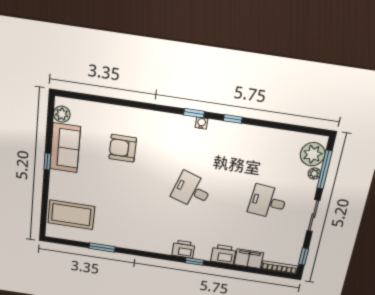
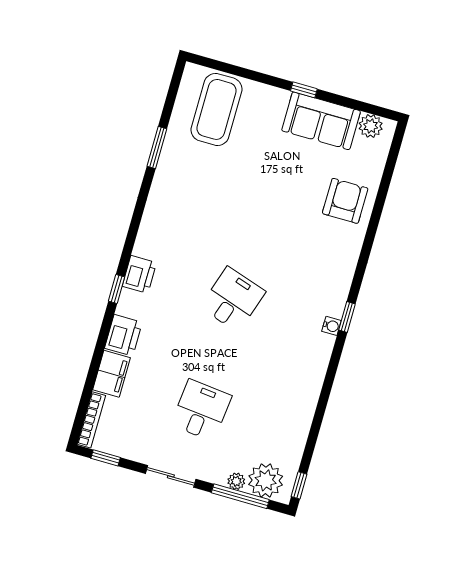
window: (233, 119) -> (299, 485), moved
armchair: (123, 148) -> (345, 201), moved

